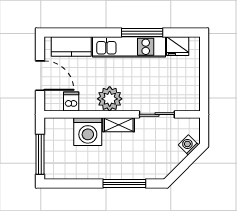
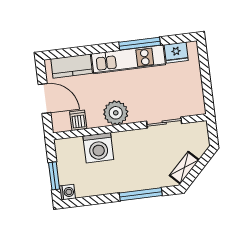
shelving: (119, 125) -> (184, 168), moved, turned -45
washing machine: (188, 145) -> (67, 192), moved, turned 135
window: (40, 154) -> (54, 176), width x0.69

